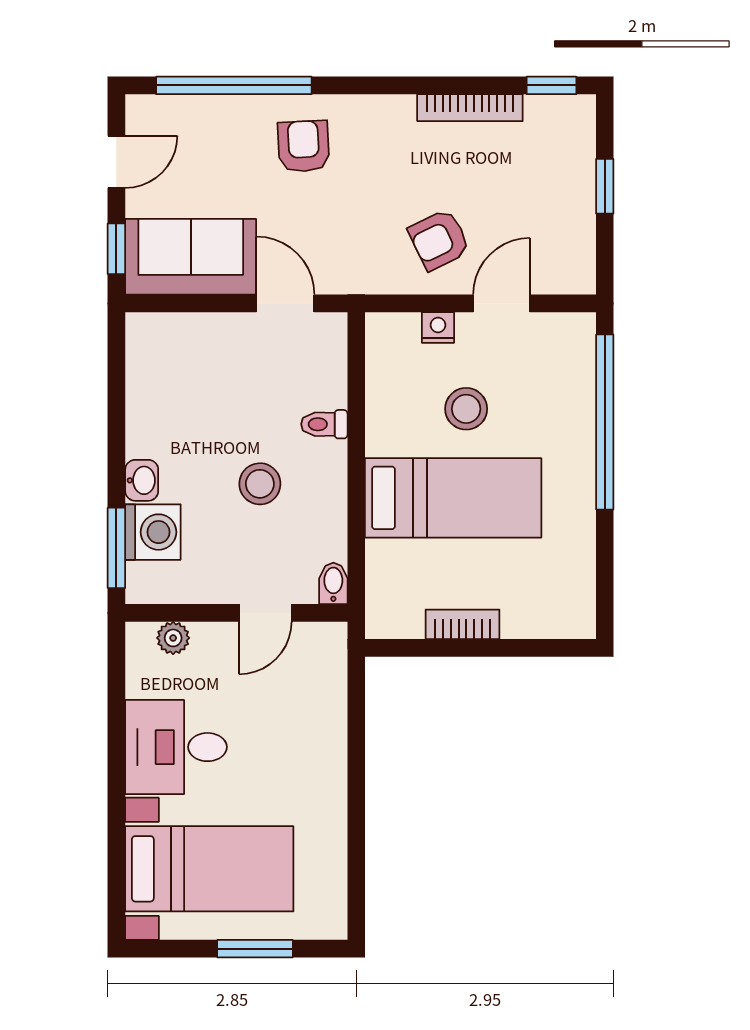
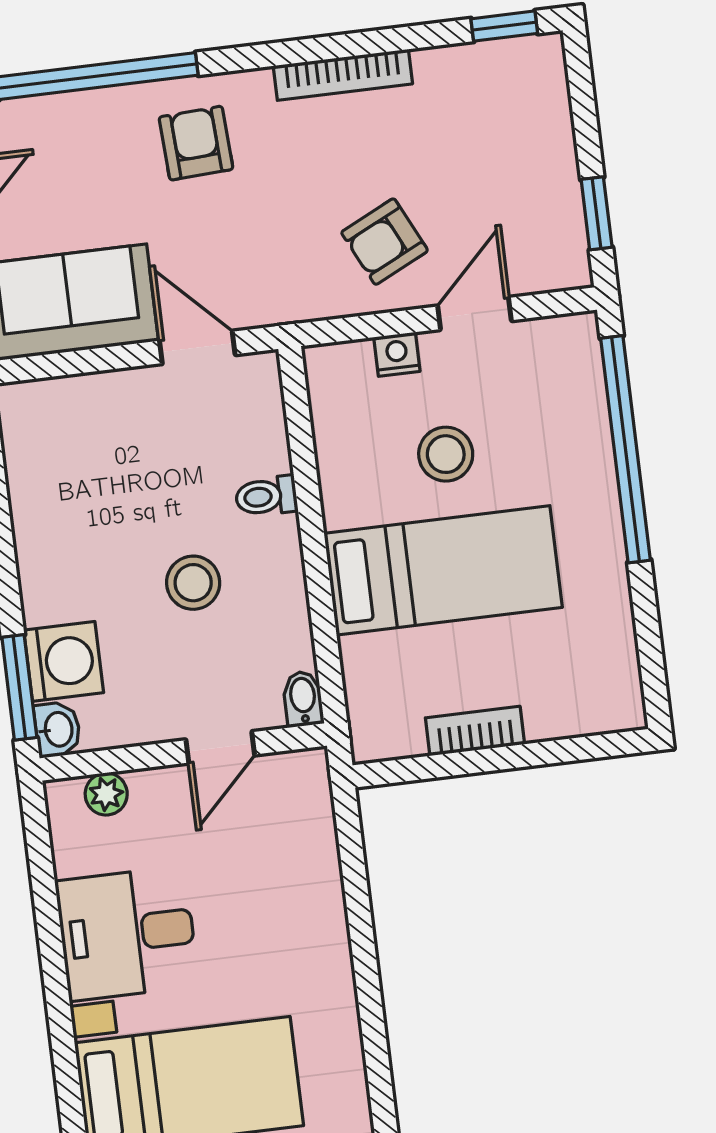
bookcase: (470, 108) -> (343, 75), moved
window: (605, 186) -> (597, 213), moved
washbasin: (142, 480) -> (57, 729), moved

